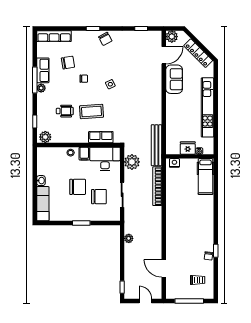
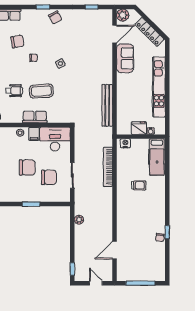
row of seats: (101, 137) -> (35, 117), moved
bench: (157, 145) -> (107, 105), moved
plant: (132, 162) -> (82, 142), removed
door: (164, 268) -> (115, 250), hinge flipped
trolley: (198, 280) -> (139, 185), moved

